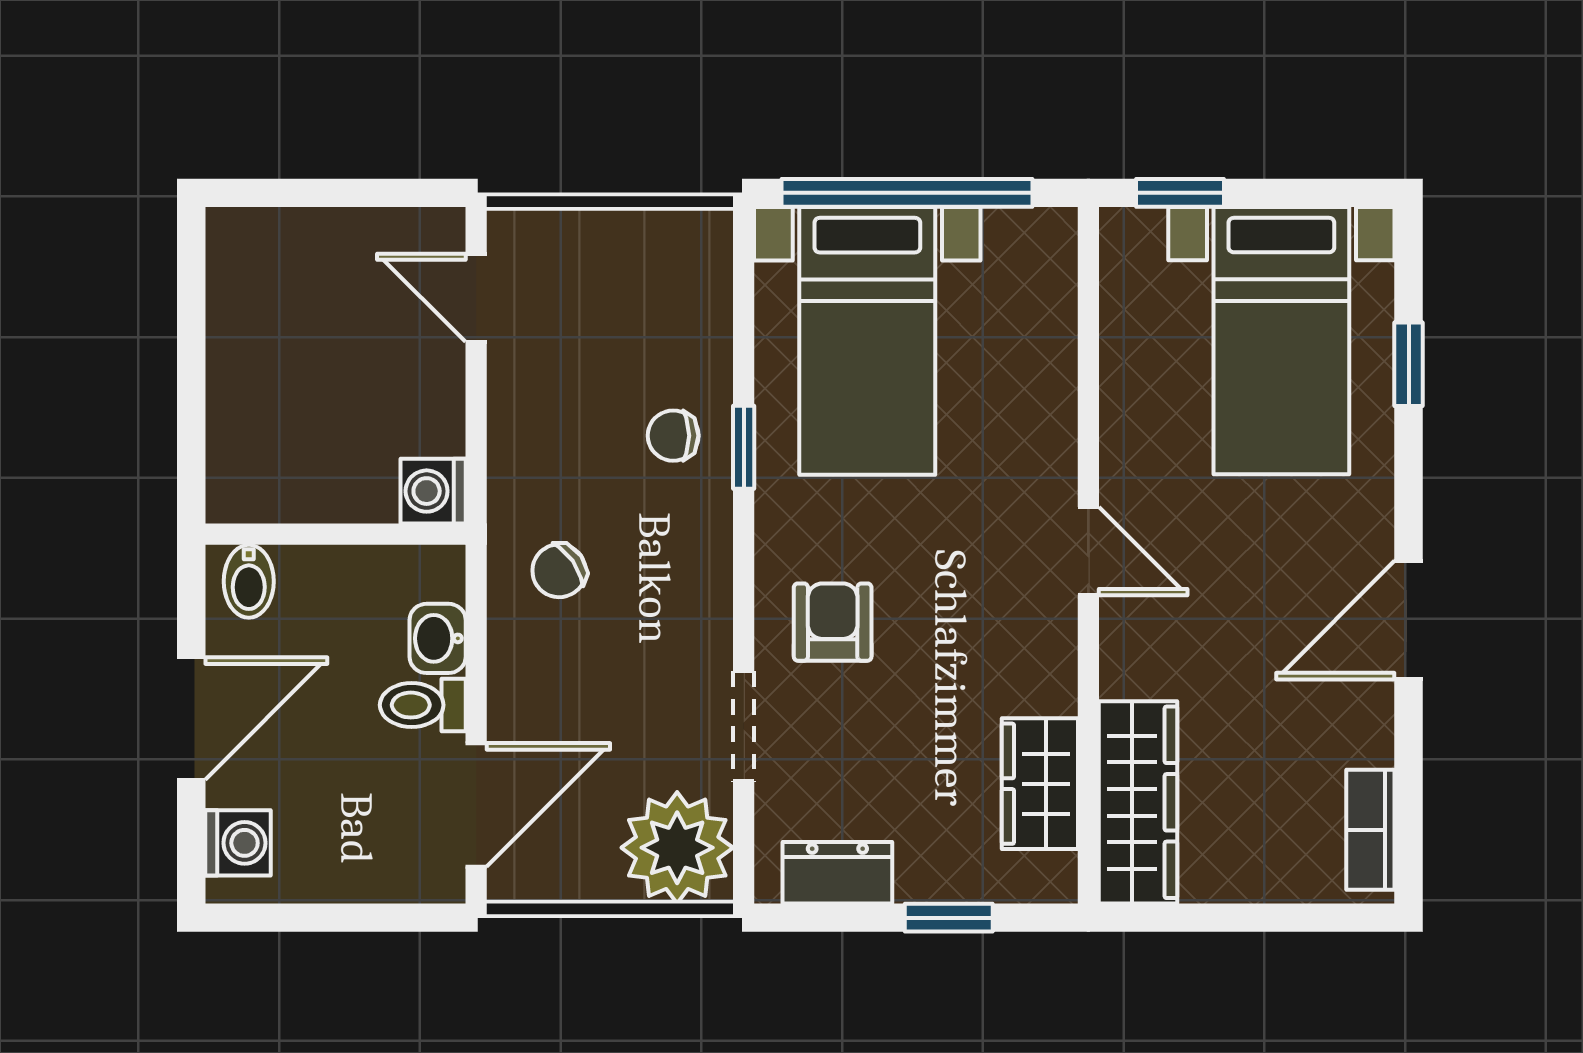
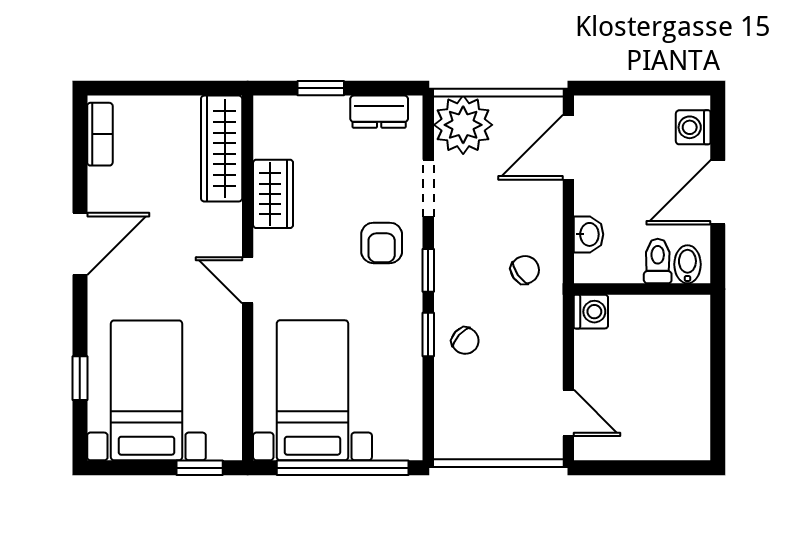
bed with nightstands: (867, 341) -> (312, 390), moved
chair: (673, 436) -> (465, 341), turned 42
window: (744, 570) -> (428, 270), added
toilet: (423, 705) -> (658, 261), moved, turned -90
wardrobe: (1040, 784) -> (273, 194), moved

